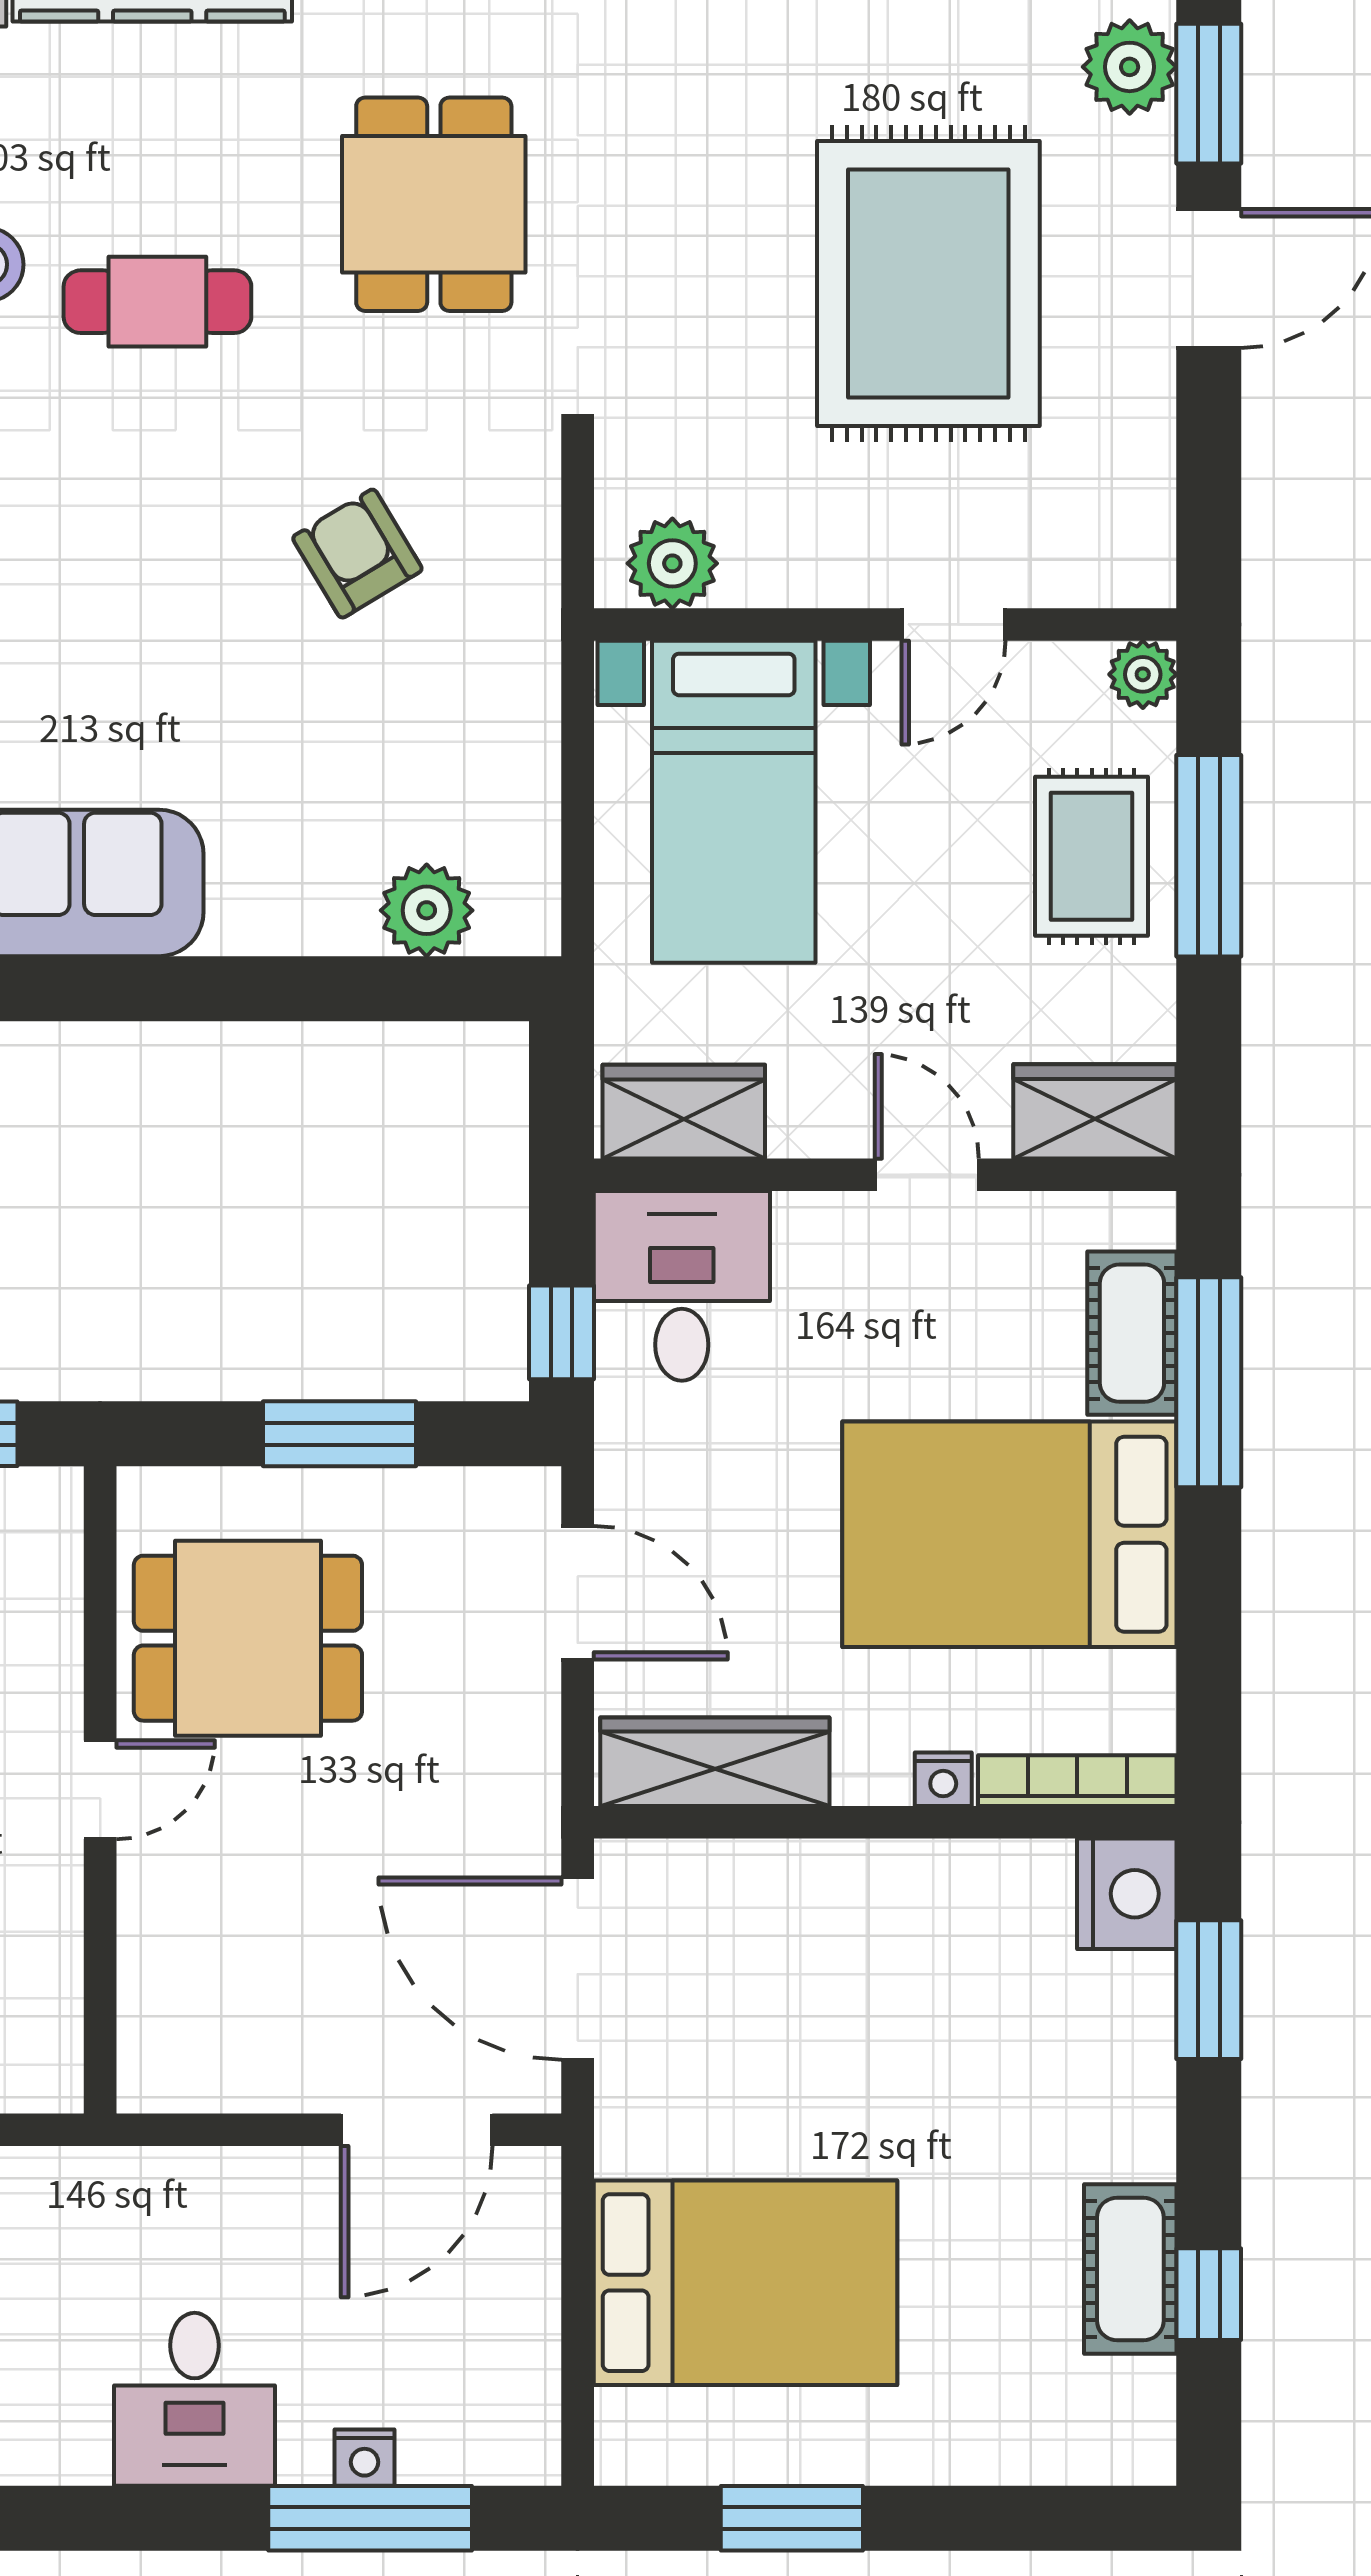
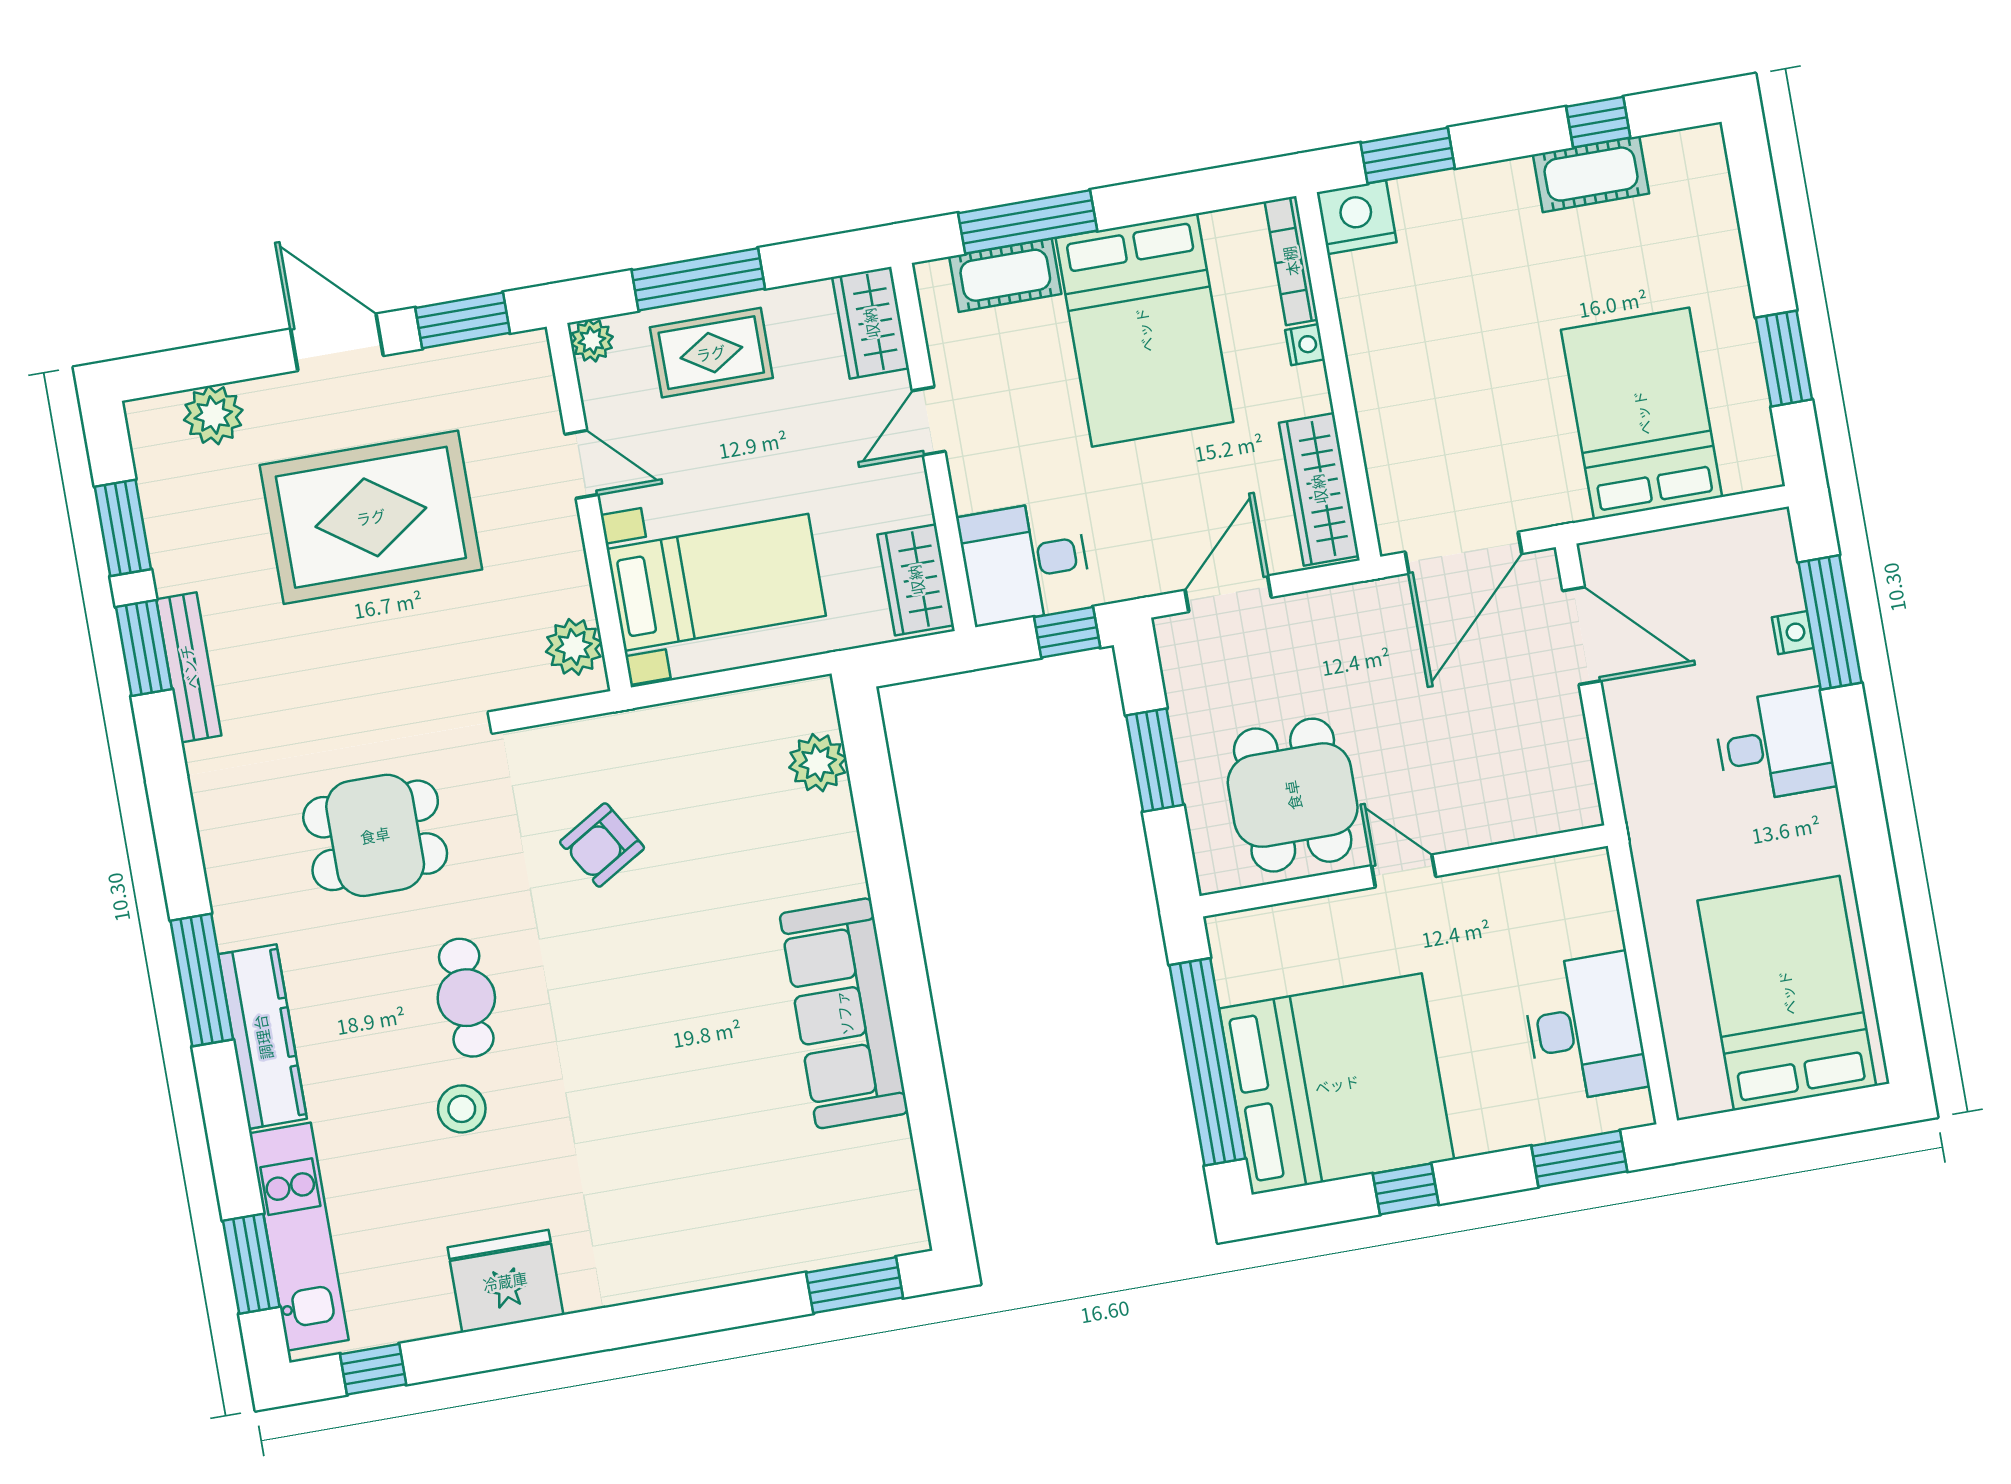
window: (1209, 94) -> (463, 320), moved

